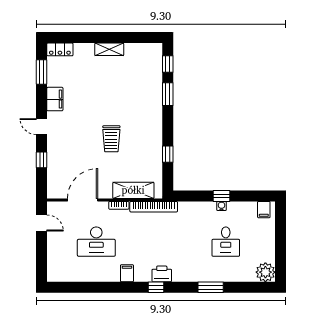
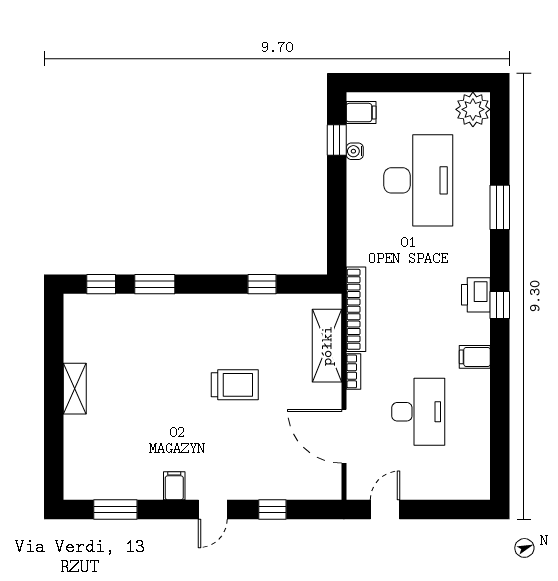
locker: (60, 49) -> (75, 477), removed
filing cabinet: (55, 99) -> (174, 486), width x0.50
window: (221, 196) -> (337, 140), moved
water cooler: (221, 206) -> (355, 151), moved
desk: (226, 242) -> (418, 180), width x1.87, depth x1.30

